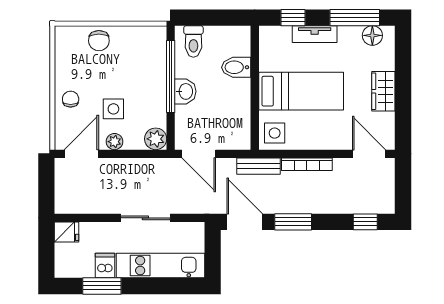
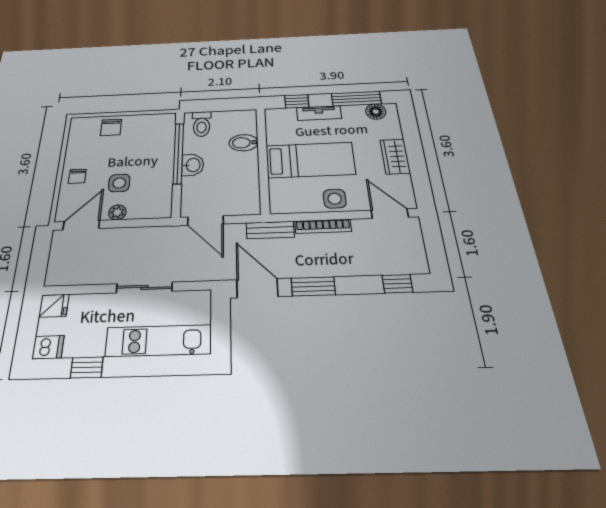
chair: (71, 99) -> (77, 176), turned 180
side table: (275, 133) -> (335, 199), moved
plant: (156, 139) -> (160, 208), removed
dishwasher: (105, 266) -> (48, 347), moved, turned 90
window: (102, 286) -> (87, 367), width x0.67

